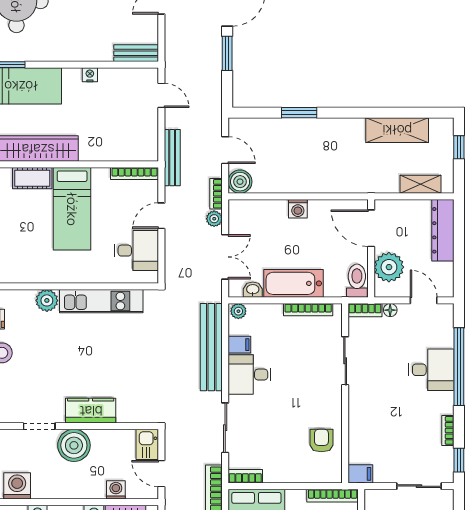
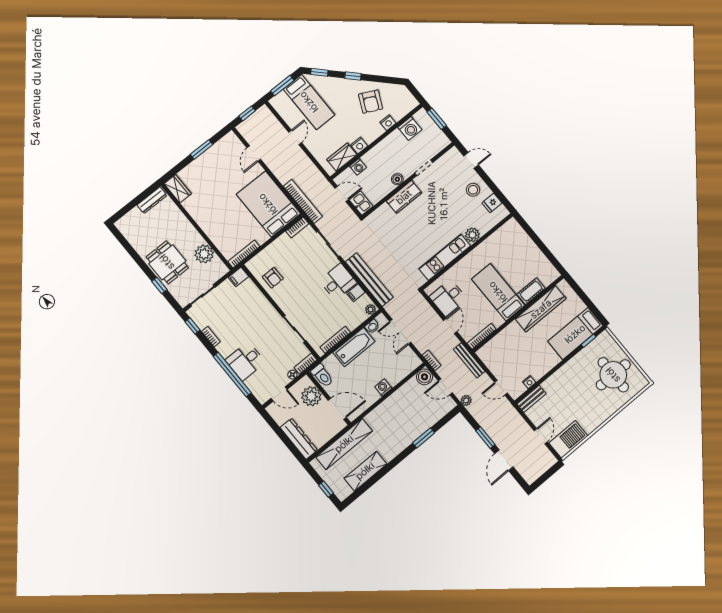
nightstand: (90, 75) -> (529, 382), moved
shelving: (421, 184) -> (344, 444), width x2.20, depth x1.33
plant: (214, 219) -> (466, 400), moved
boiler: (74, 445) -> (397, 179), width x0.54, depth x0.54

